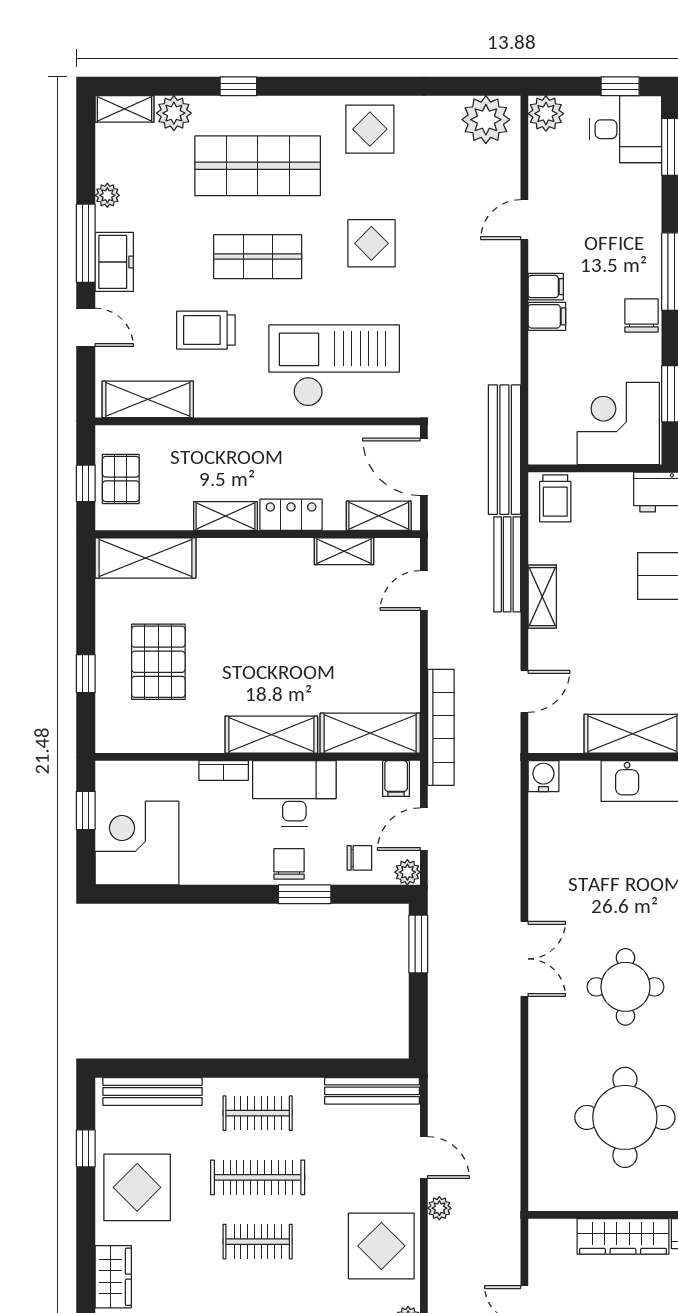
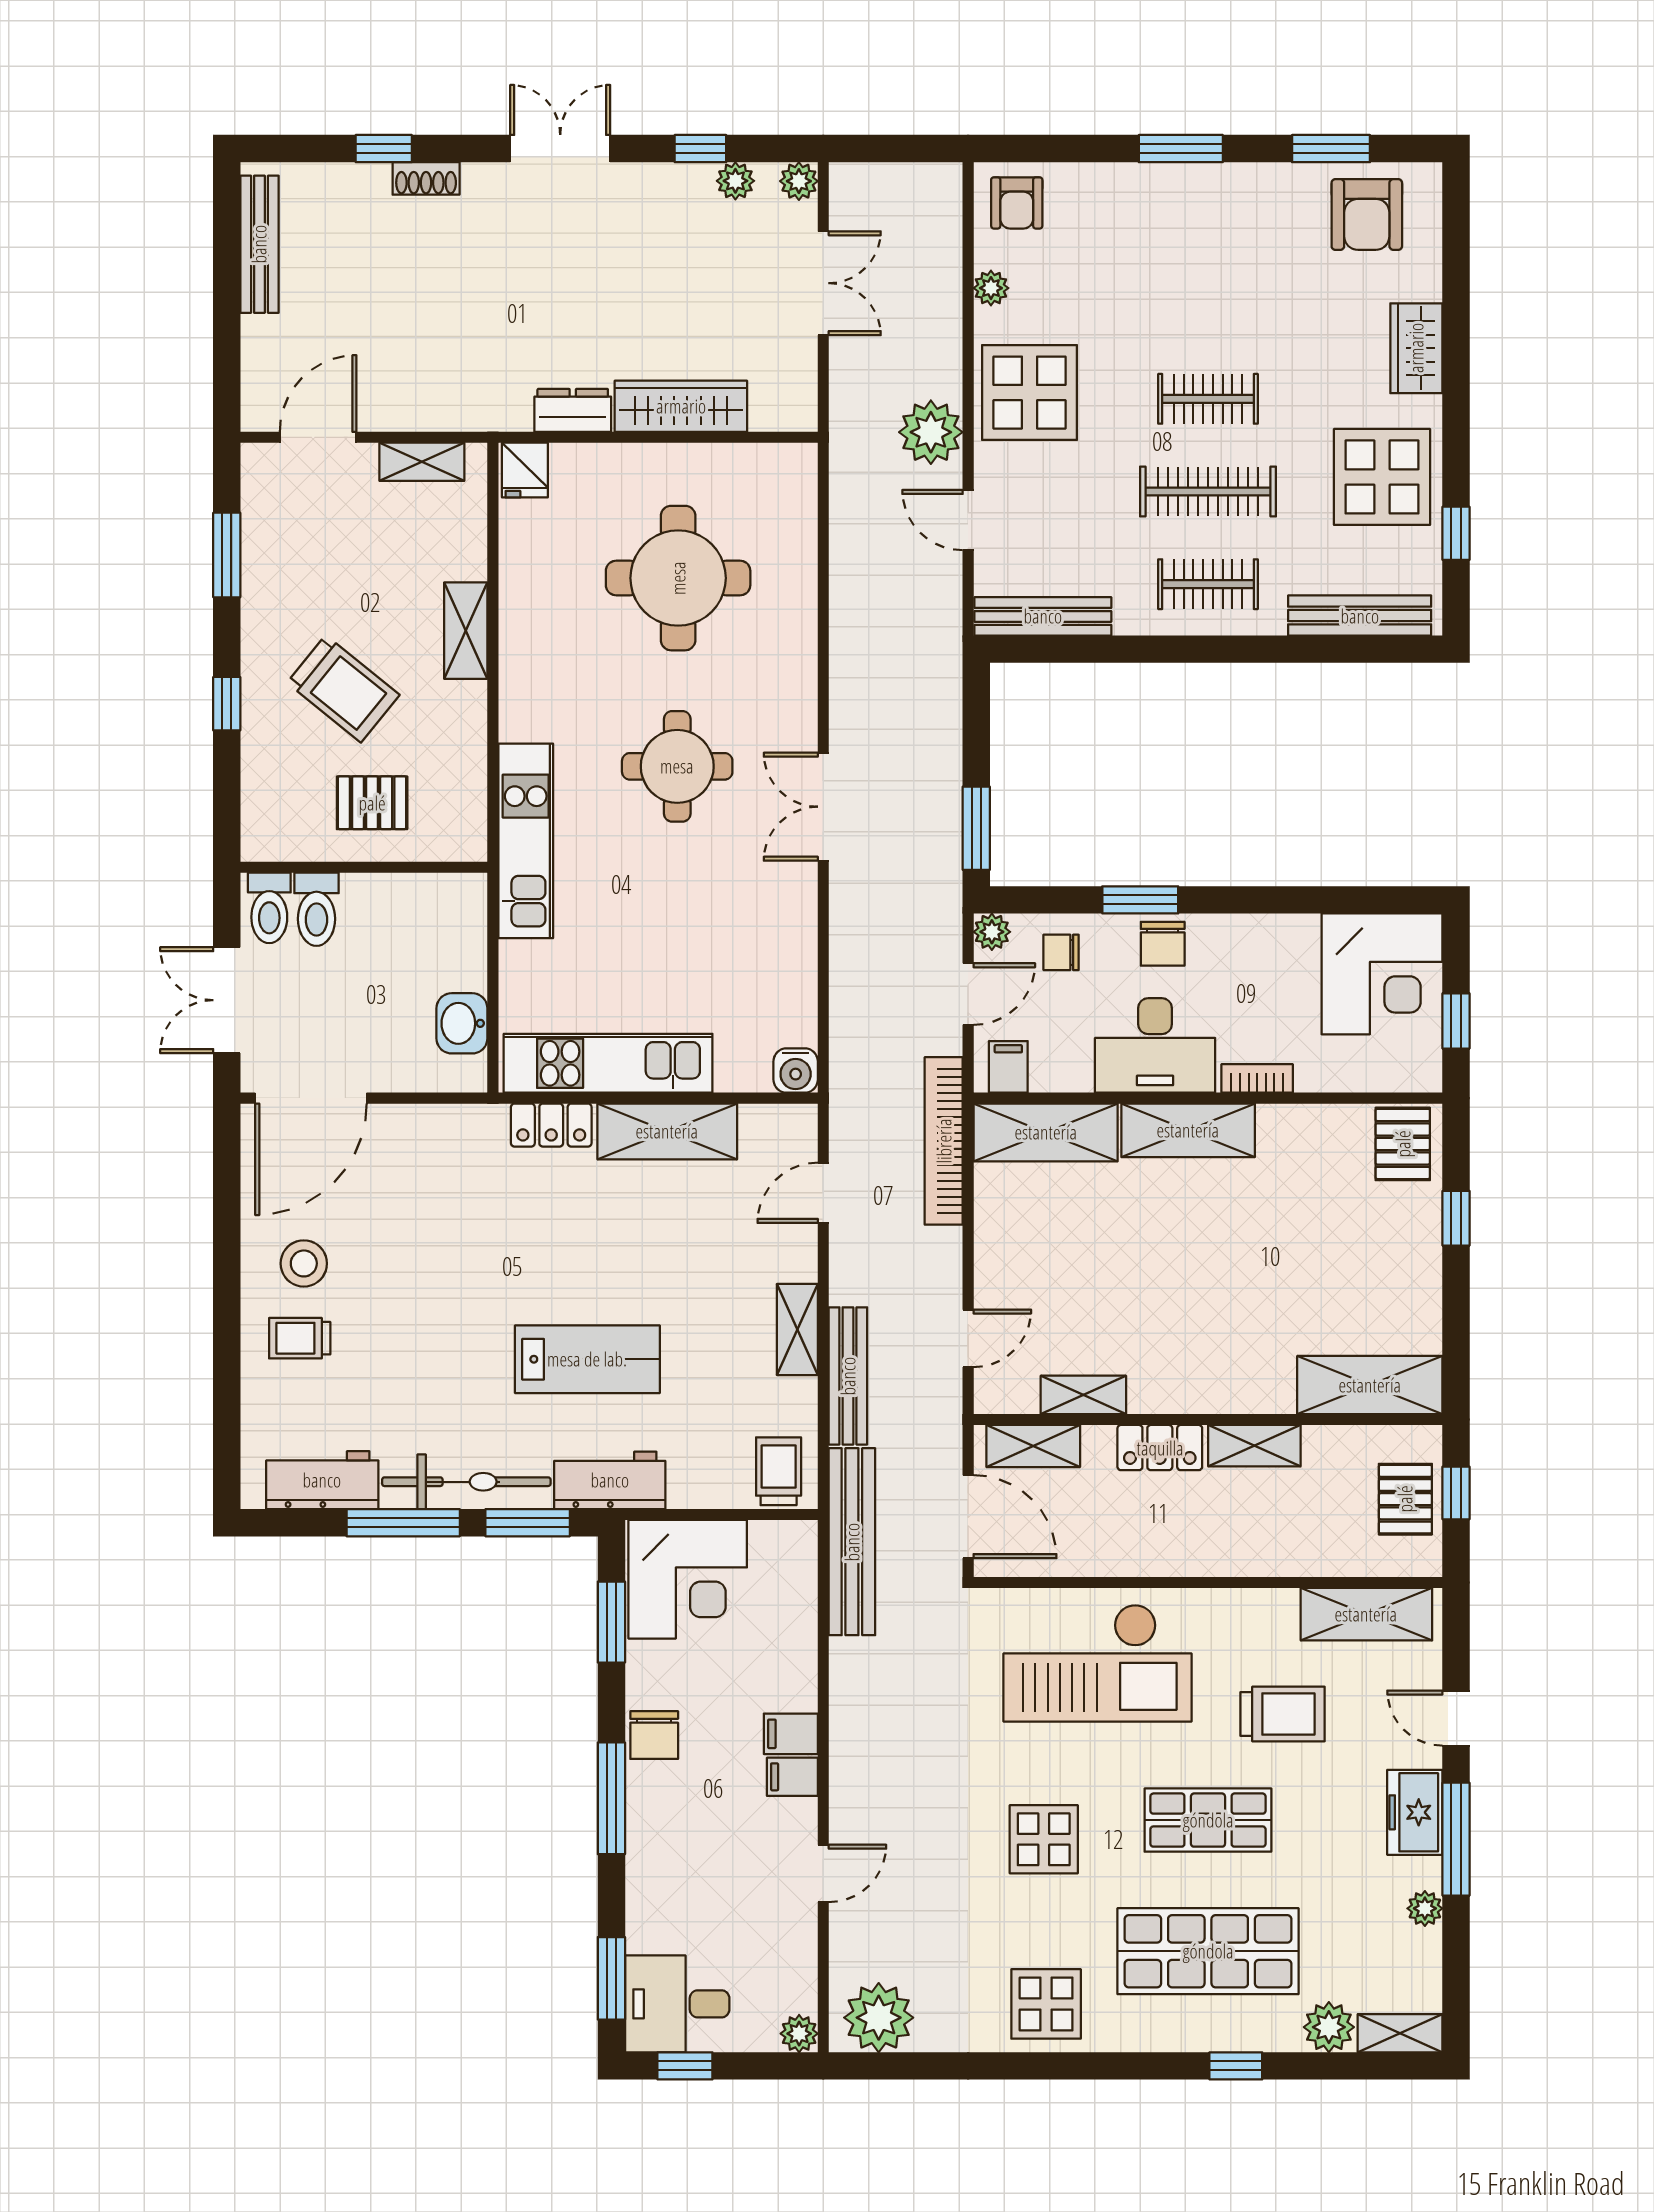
plant: (546, 114) -> (799, 2034), width x0.73, depth x0.73
pallet: (158, 662) -> (1403, 1144), moved, width x0.67, depth x0.71
plant: (439, 1208) -> (931, 432), width x1.88, depth x1.88

